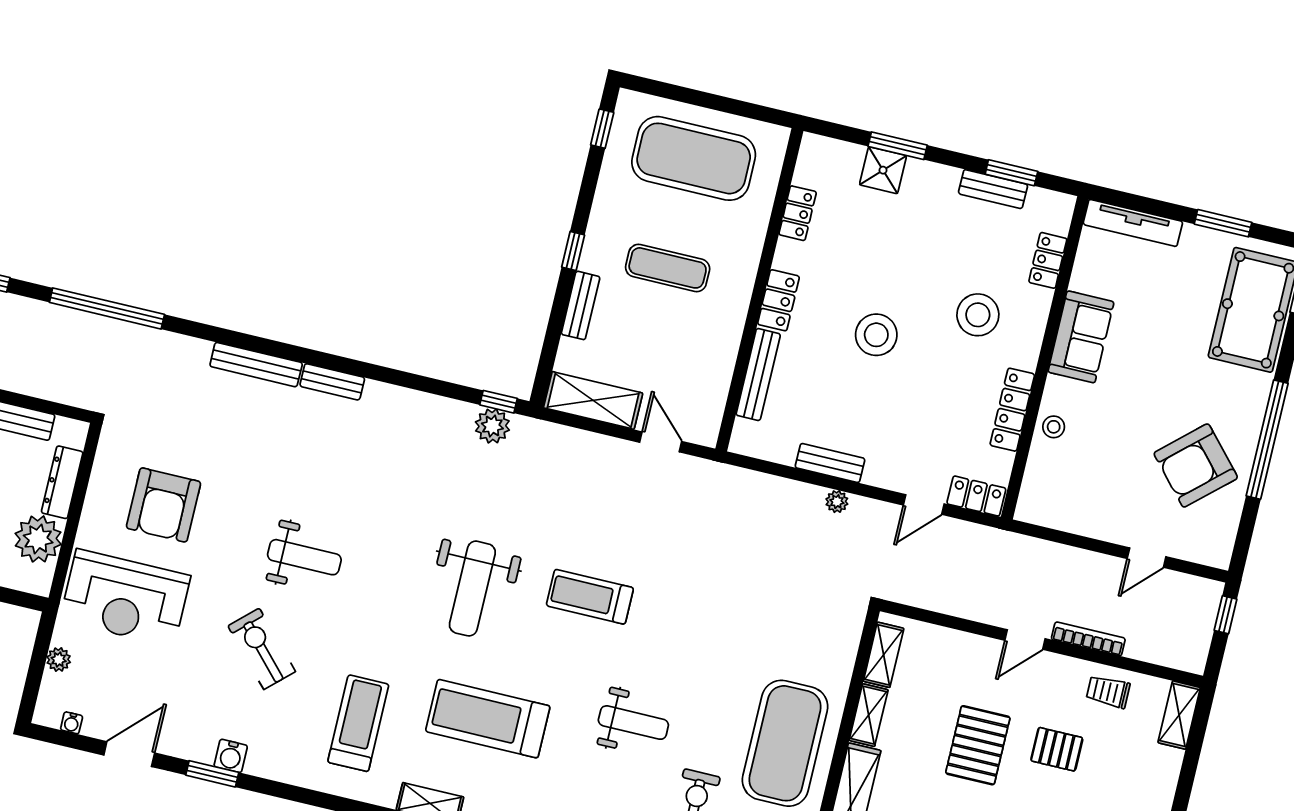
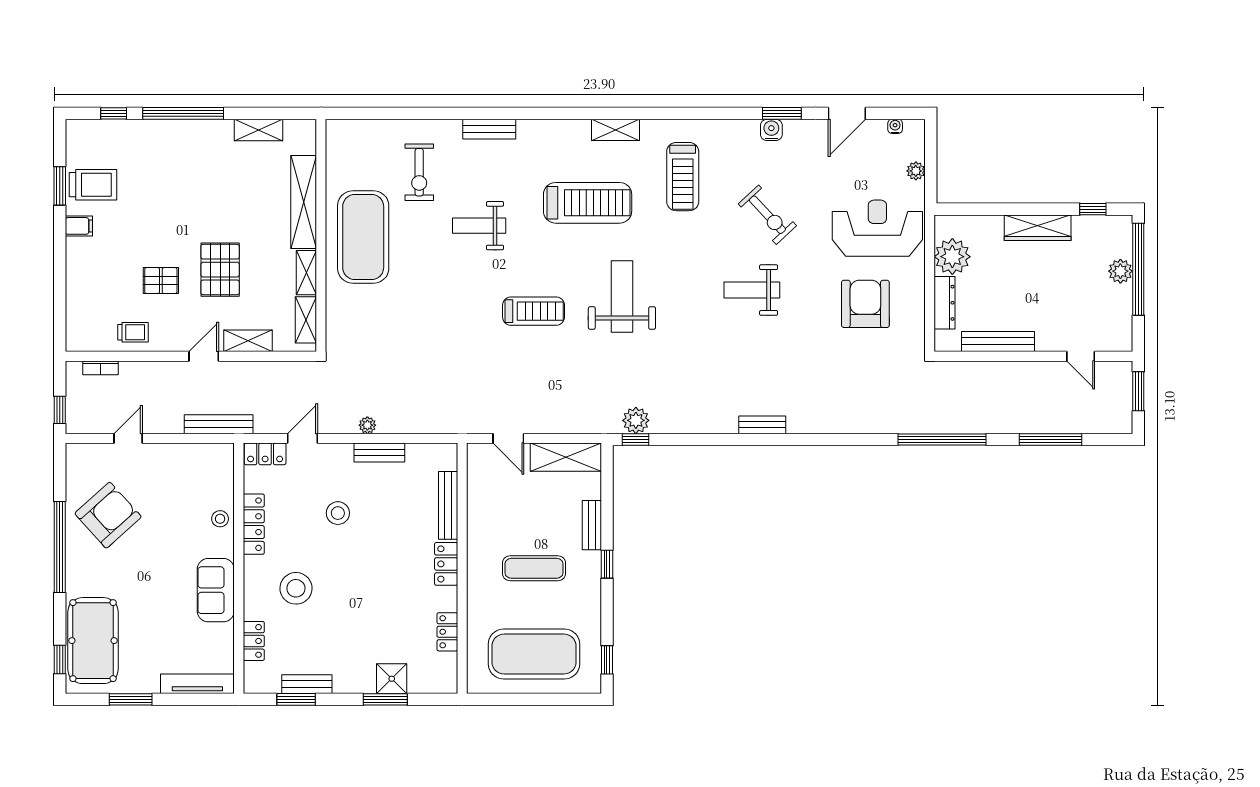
stool: (876, 335) -> (338, 513), moved, width x0.73, depth x0.73
bench: (256, 365) -> (219, 424), moved
bookcase: (1088, 639) -> (100, 368), moved, width x0.64
shelving: (1179, 715) -> (248, 341), moved, turned 90

